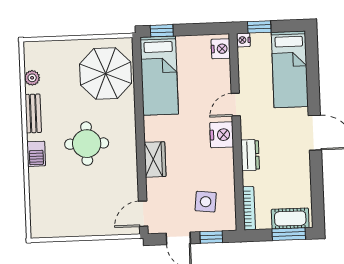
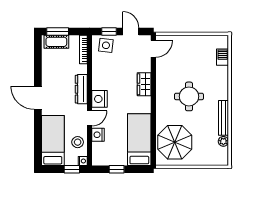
window: (162, 31) -> (117, 169), moved
nightstand: (221, 49) -> (98, 135), moved
stool: (252, 68) -> (78, 142), added
bench: (33, 113) -> (224, 118), width x1.36
barbecue: (36, 154) -> (223, 57), moved
dresser: (250, 155) -> (81, 89), width x1.44
side table: (206, 202) -> (106, 45), moved

